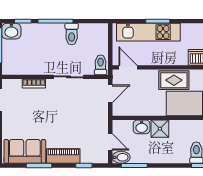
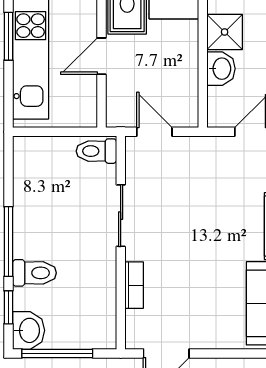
toilet: (72, 34) -> (34, 273), moved
door: (128, 67) -> (101, 56), moved

